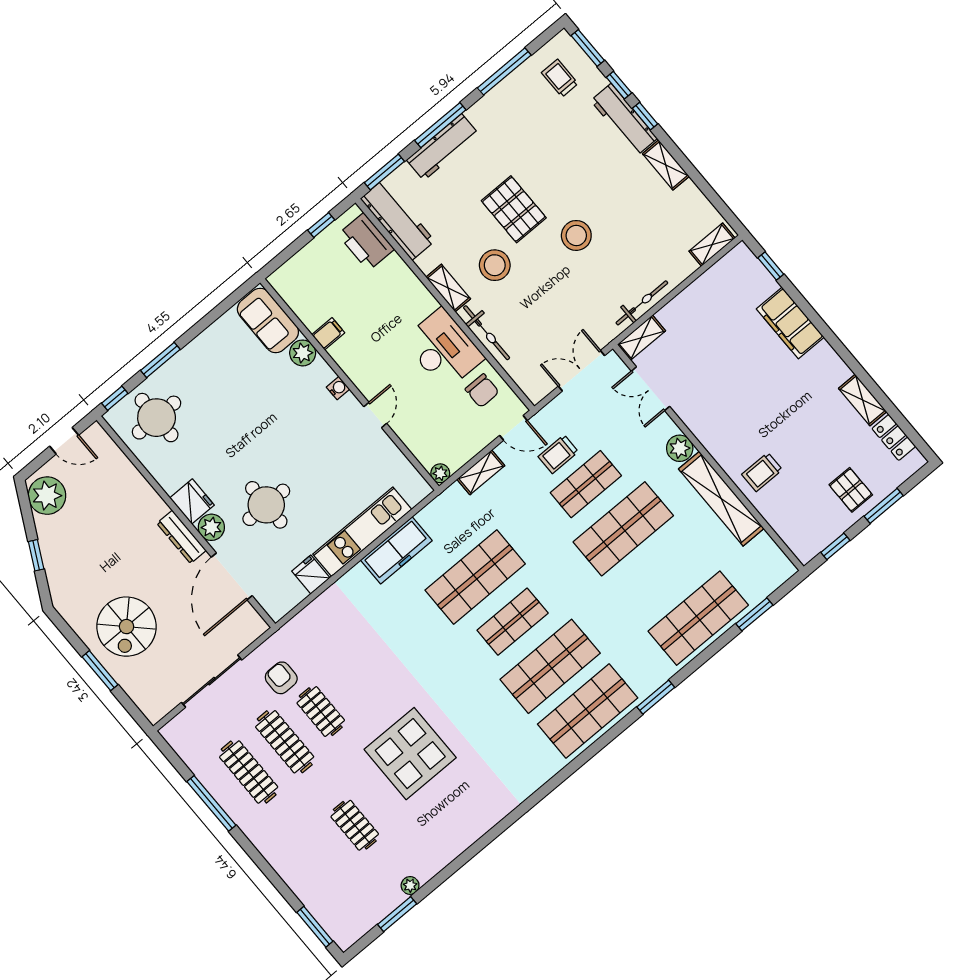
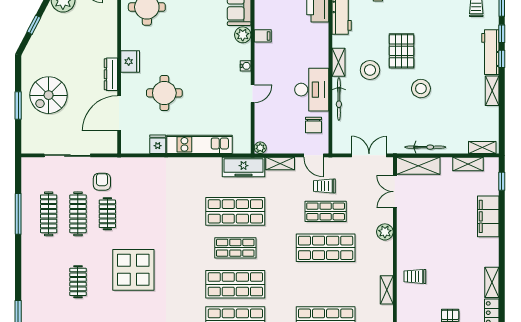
shelving: (712, 279) -> (468, 164), added
shelving: (641, 338) -> (418, 166), width x1.50, depth x1.33
shelving: (721, 499) -> (387, 290), width x0.45, depth x0.75
plant: (211, 527) -> (129, 82), removed
freezer: (396, 550) -> (244, 167), moved

